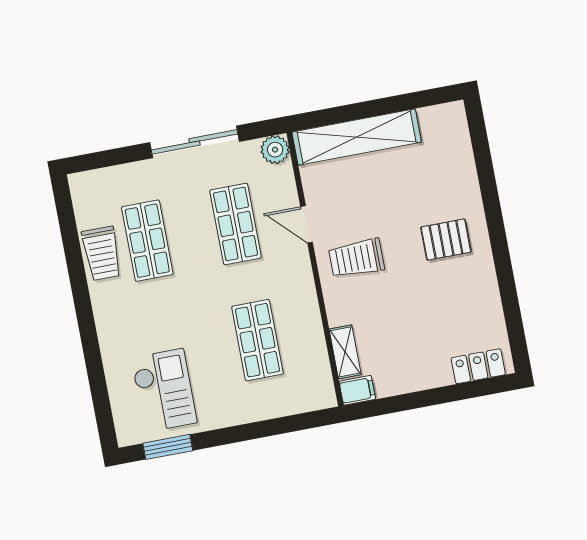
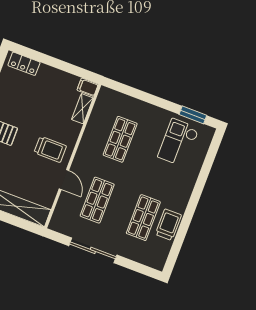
plant: (275, 150) -> (57, 224), removed

